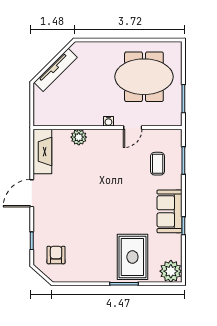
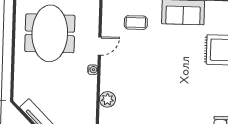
door: (133, 128) -> (100, 46), hinge flipped

